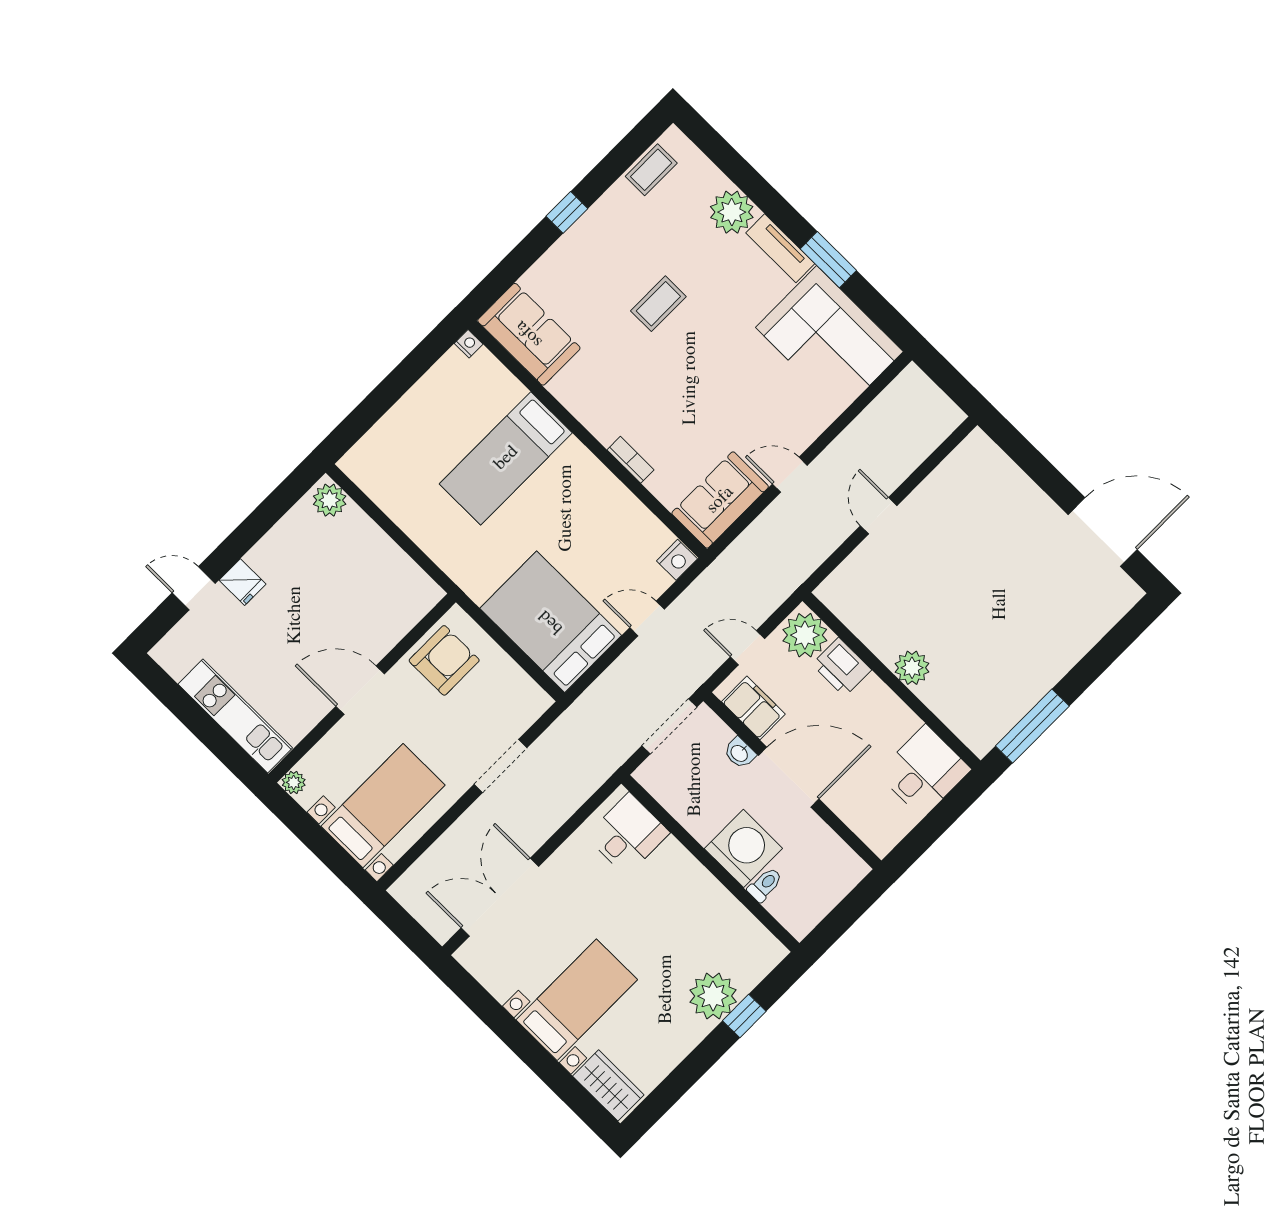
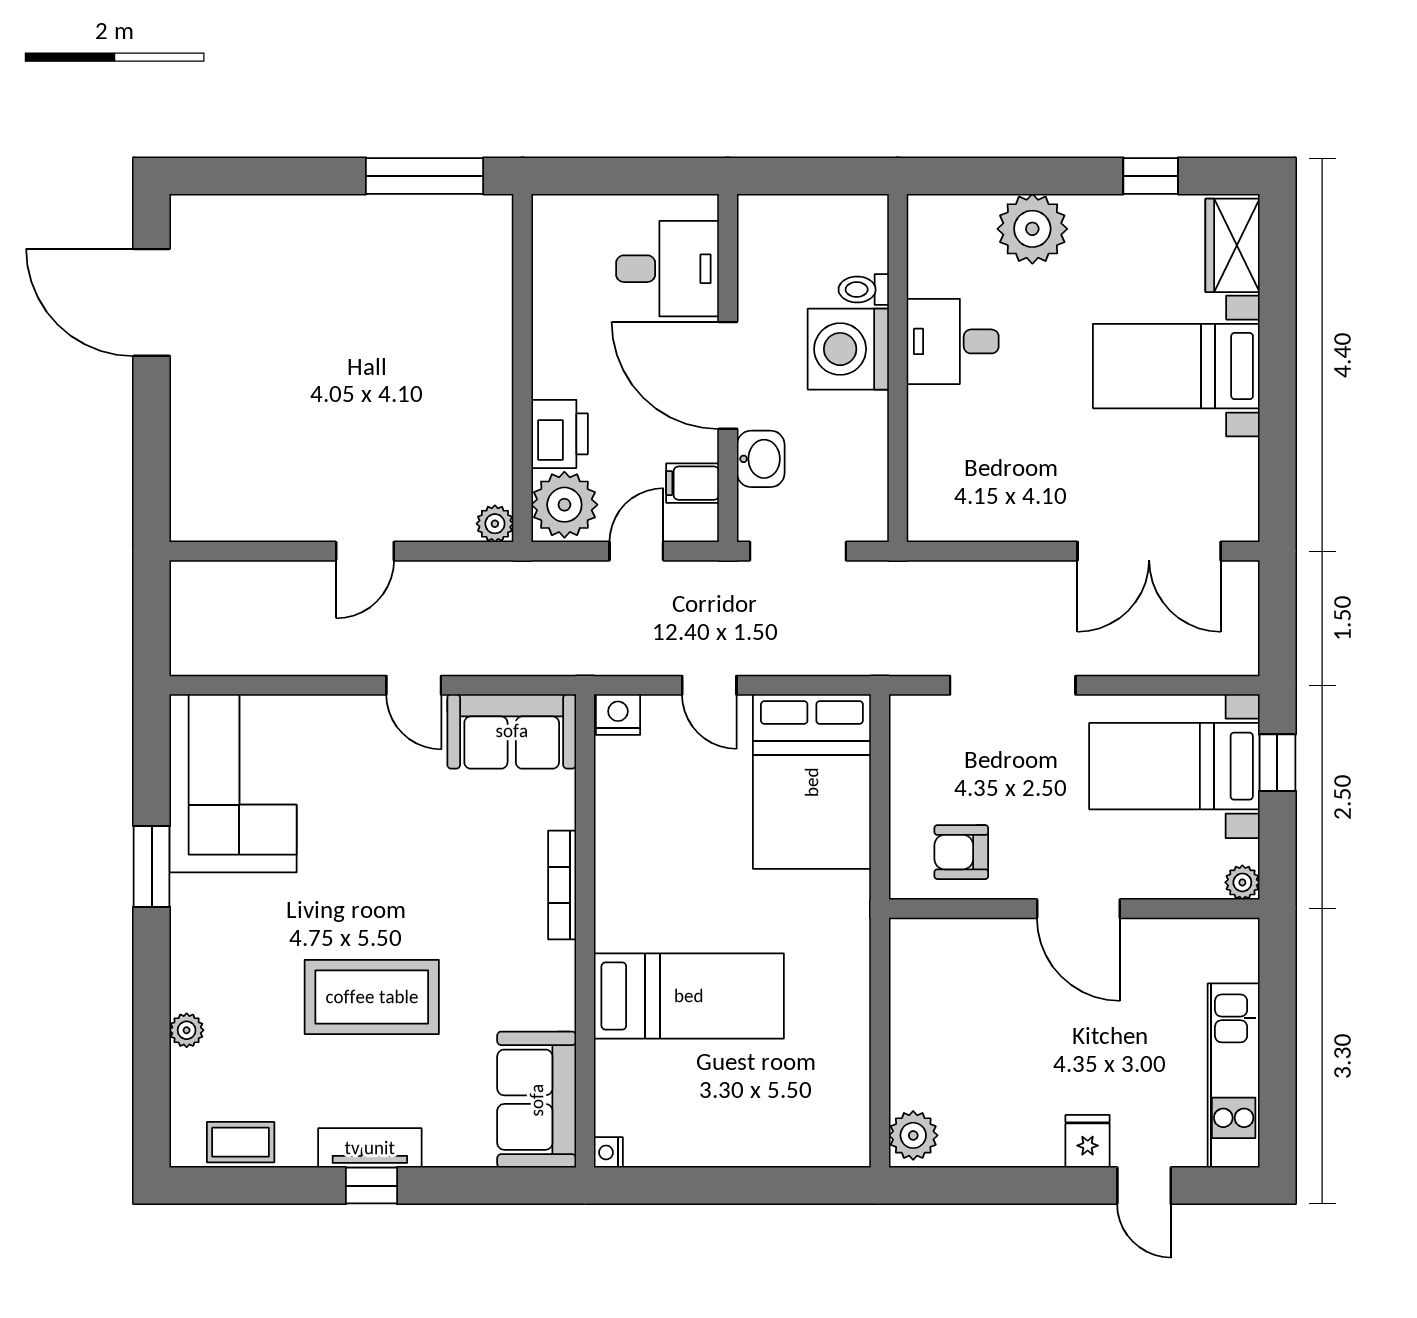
plant: (732, 212) -> (187, 1030), width x0.53, depth x0.53
tv unit: (780, 248) -> (370, 1148), moved, turned -90
coffee table: (658, 304) -> (372, 997), width x1.86, depth x1.72
bookcase: (631, 460) -> (562, 885), width x1.56
door: (747, 648) -> (636, 551), swing flipped
armchair: (444, 660) -> (961, 852), width x0.72, depth x0.72
plant: (912, 668) -> (495, 524), moved, width x0.73, depth x0.73
filing cabinet: (753, 708) -> (693, 483), width x0.50
kitchen unit: (235, 716) -> (1234, 1075), moved
washbasin: (740, 753) -> (761, 459), width x1.38, depth x1.45
doorway: (501, 766) -> (1013, 685), width x1.36
desk: (924, 771) -> (668, 269), moved, turned 180
desk: (628, 834) -> (953, 341), moved
window: (335, 857) -> (1277, 763), added
window: (744, 1016) -> (1151, 176), moved

